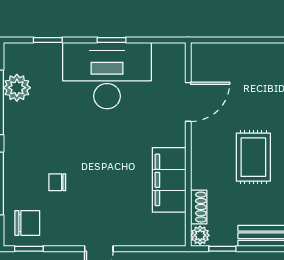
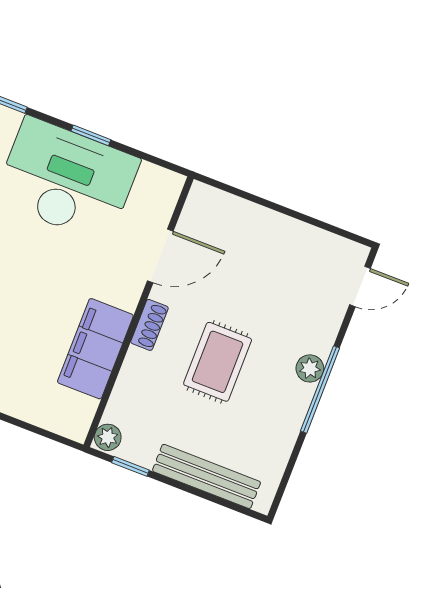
shoe rack: (199, 207) -> (149, 325), moved

